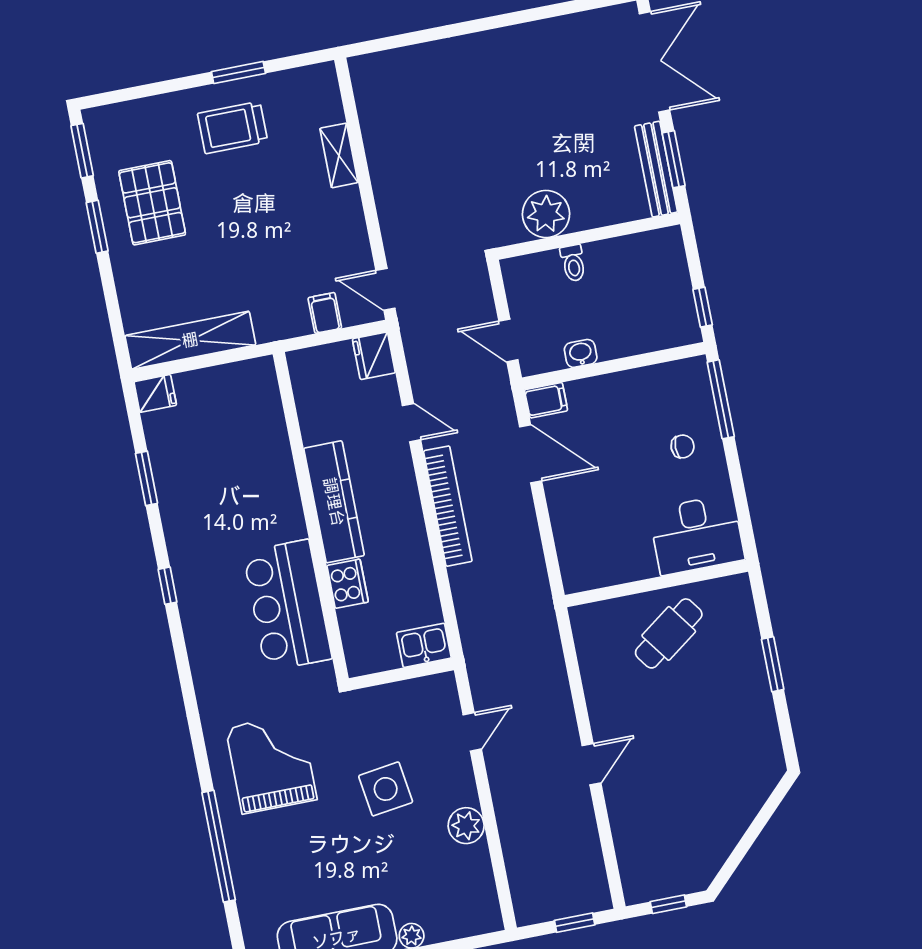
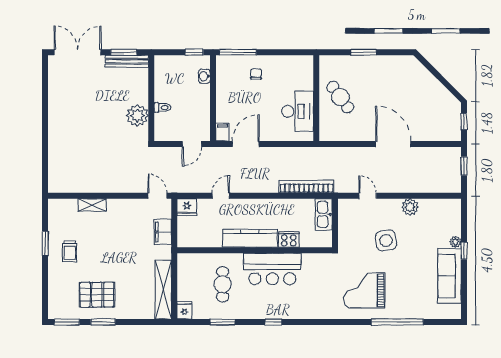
trolley: (233, 127) -> (70, 251), width x0.73, depth x0.72
door: (385, 289) -> (157, 196), swing flipped
filing cabinet: (325, 313) -> (163, 232), width x2.00
washbasin: (581, 353) -> (204, 76), moved
cafe table: (226, 463) -> (223, 284), added
bookcase: (448, 506) -> (306, 187), moved
desk: (697, 535) -> (298, 111), moved
bar counter: (287, 605) -> (272, 269), moved
kitchen sink: (424, 645) -> (324, 214), width x1.38
door: (592, 764) -> (393, 144), width x1.87

